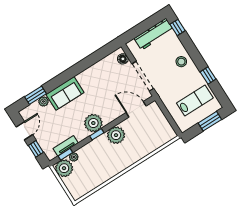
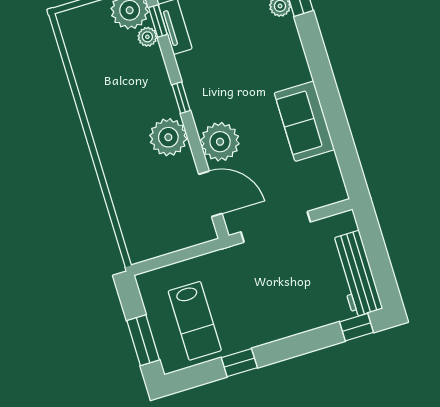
floor lamp: (123, 59) -> (323, 195), removed
stool: (181, 62) -> (283, 315), removed
sofa: (65, 93) -> (304, 121), moved
door: (136, 109) -> (210, 194), hinge flipped
plant: (93, 123) -> (220, 142), moved

